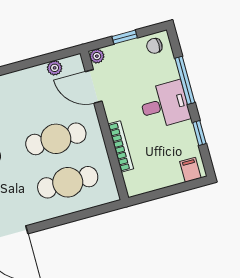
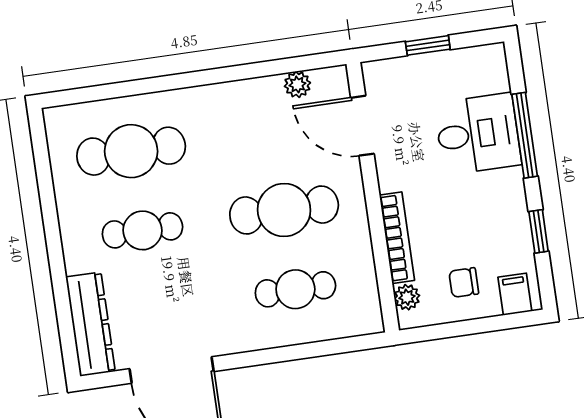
chair: (154, 46) -> (464, 283), moved
plant: (97, 56) -> (407, 297), moved
desk: (165, 105) -> (478, 134), moved
cafe table: (68, 182) -> (295, 289), width x0.73, depth x0.74

